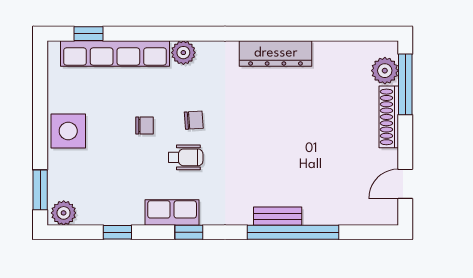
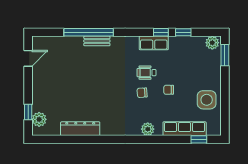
row of seats: (115, 53) -> (185, 129), width x0.73
dresser: (276, 53) -> (80, 129), moved
window: (405, 84) -> (28, 112), width x0.46
shoe rack: (389, 117) -> (37, 94), removed
side table: (68, 131) -> (207, 100), moved
window: (189, 232) -> (161, 32), moved

